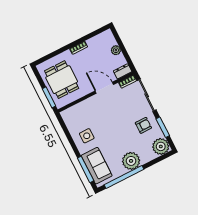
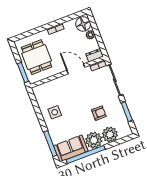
floor lamp: (107, 40) -> (83, 24), added
armchair: (143, 125) -> (99, 113), moved
plant: (161, 146) -> (110, 135), moved
sofa: (97, 166) -> (71, 148), moved, turned -90

